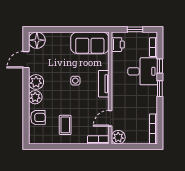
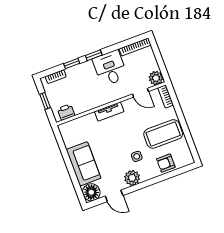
sofa: (90, 43) -> (84, 164), moved
desk: (143, 71) -> (110, 68), moved
side table: (75, 81) -> (137, 156), moved
plant: (35, 97) -> (147, 173), removed
armchair: (38, 117) -> (166, 163), turned -89
coffee table: (65, 125) -> (163, 134), width x1.86, depth x1.72

